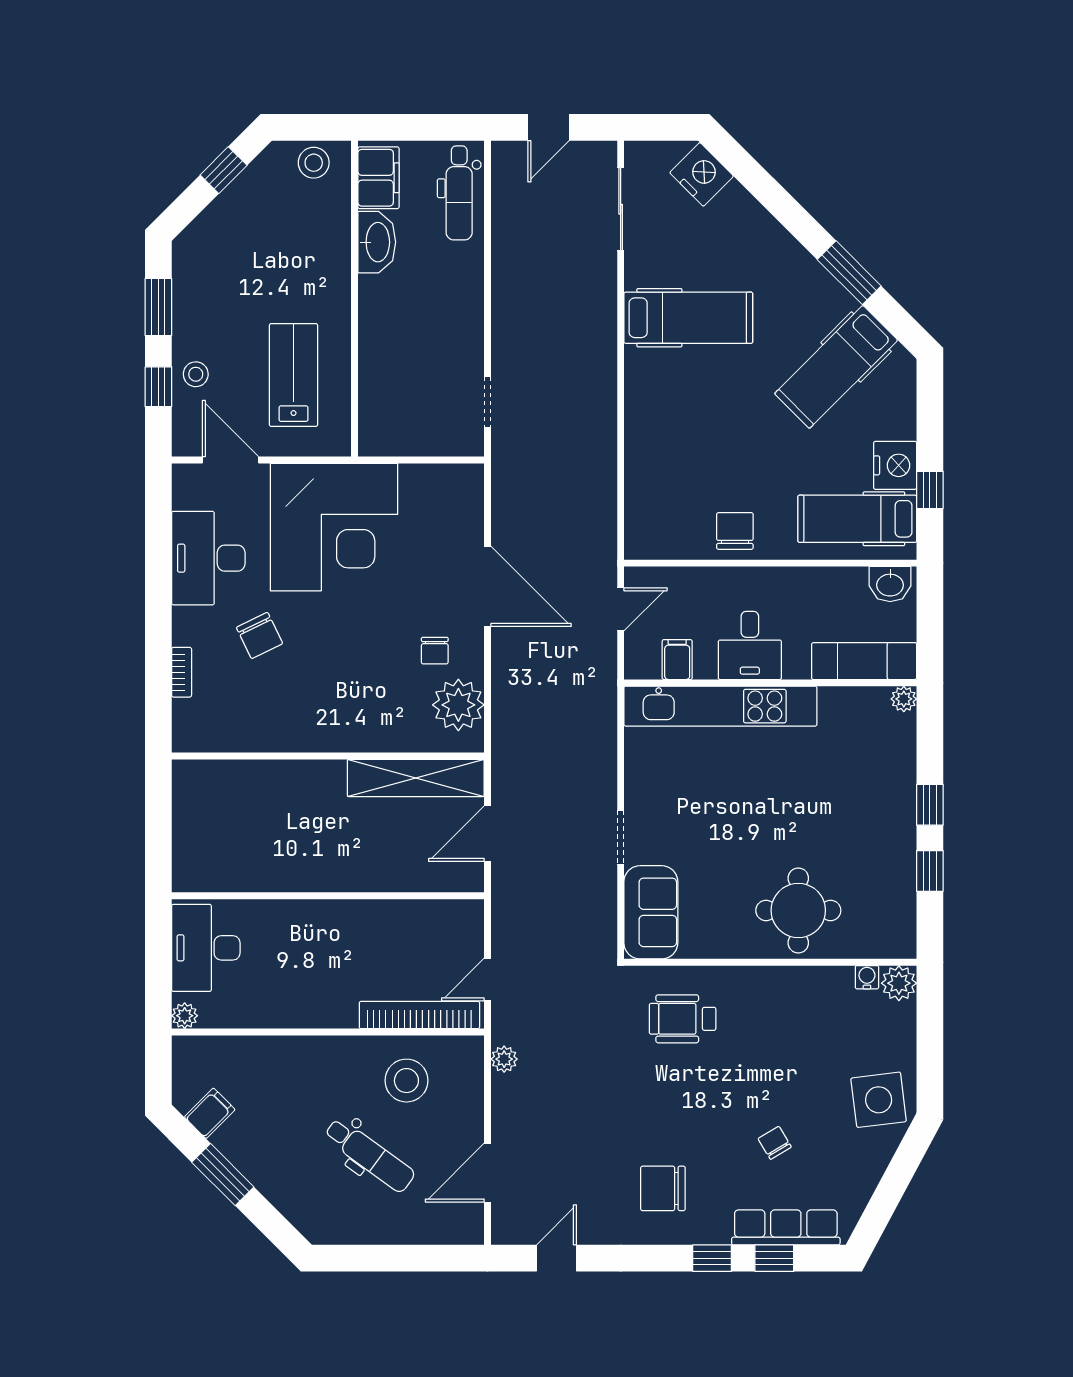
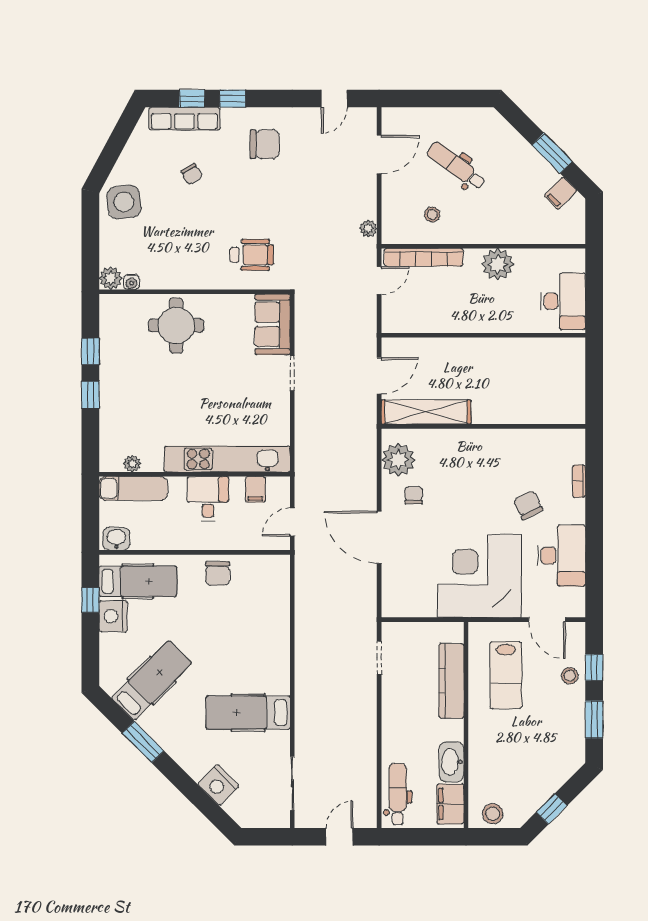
nightstand: (702, 174) -> (218, 785), moved
kitchen counter: (377, 366) -> (451, 681), added
plant: (904, 699) -> (132, 464), moved
plant: (185, 1016) -> (498, 264), moved, width x1.88, depth x1.88
stool: (406, 1081) -> (432, 214), width x0.53, depth x0.53

